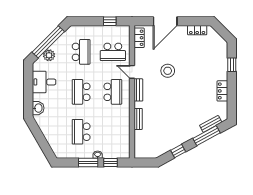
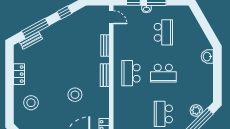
school desk: (113, 52) -> (131, 114), removed
stool: (211, 63) -> (31, 103), added
window: (232, 65) -> (10, 101), removed
door: (132, 72) -> (111, 17), moved
desk: (44, 82) -> (201, 83), removed
school desk: (81, 92) -> (163, 73), turned 90

